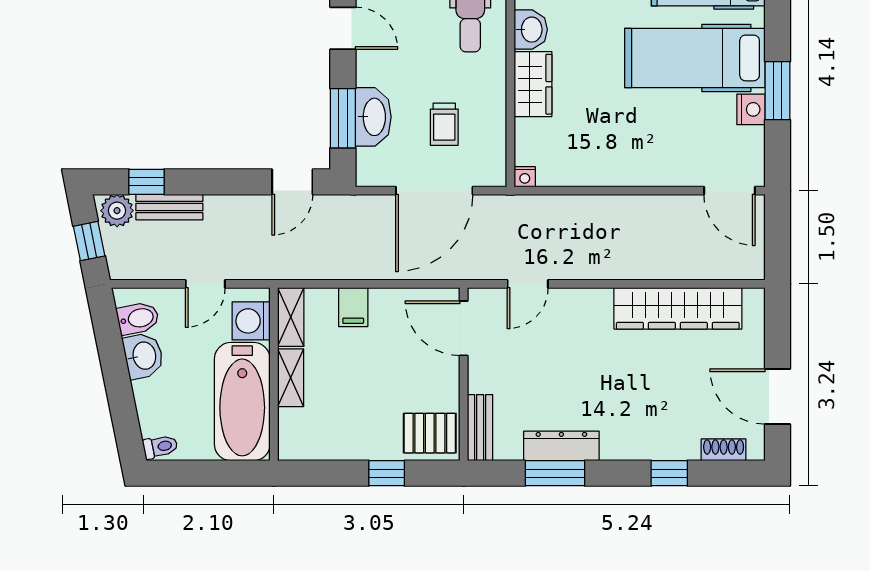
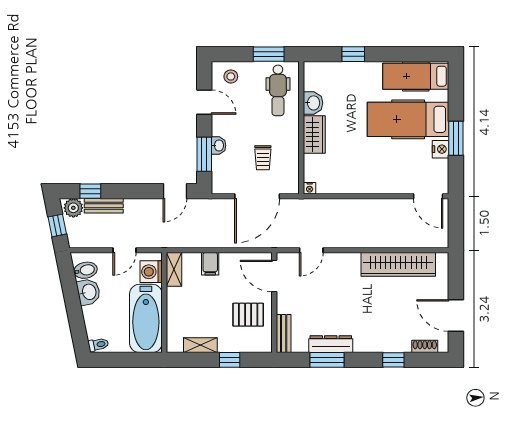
washbasin: (373, 117) -> (219, 145), width x0.52, depth x0.69
shelving: (291, 378) -> (200, 345), moved, turned 90
pallet: (430, 433) -> (248, 315), moved

